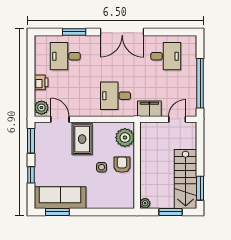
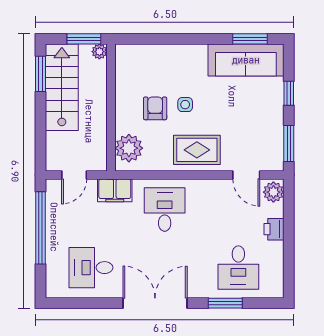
desk: (65, 56) -> (238, 268), turned 90
desk: (115, 96) -> (165, 210), turned -90
plant: (125, 138) -> (129, 148), moved
rug: (82, 139) -> (197, 150), moved, turned 90
armchair: (122, 165) -> (155, 108), turned 180
wall: (137, 165) -> (111, 107), moved
plant: (145, 203) -> (99, 52), moved

